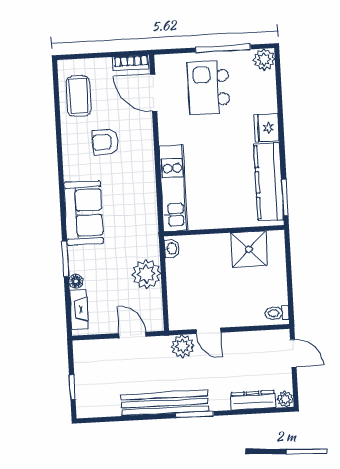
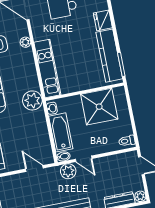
plant: (146, 144) -> (25, 42), added
shower: (249, 249) -> (99, 107), width x1.37, depth x1.37
plant: (146, 274) -> (32, 100), moved
bathtub: (180, 287) -> (61, 132), added
bidet: (179, 323) -> (63, 156), added

